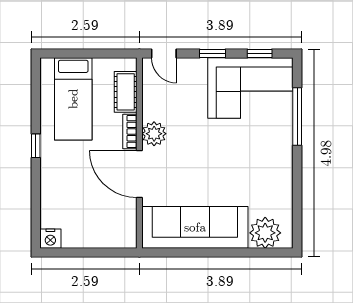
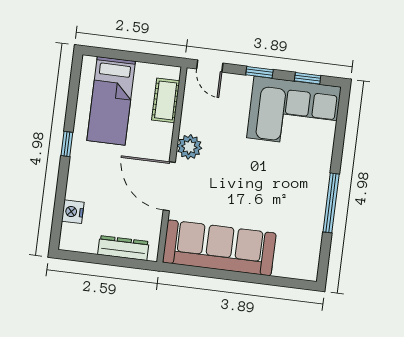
window: (297, 117) -> (331, 203), moved
bookcase: (130, 132) -> (165, 142), removed
plant: (265, 233) -> (290, 262), removed
nightstand: (50, 239) -> (73, 212), moved, turned 90
dresser: (103, 239) -> (123, 248), added

